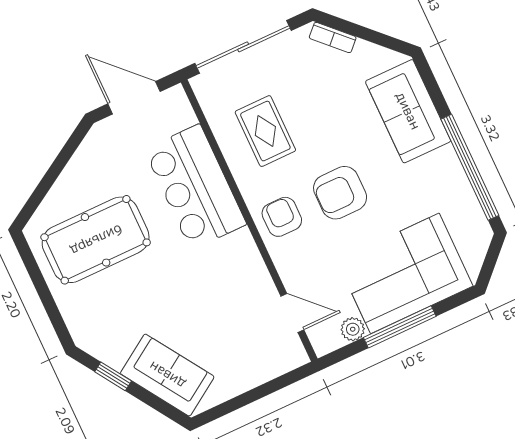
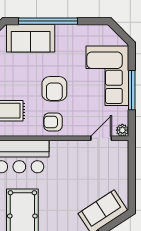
window: (470, 167) -> (48, 21), moved
plant: (353, 329) -> (122, 130), moved

